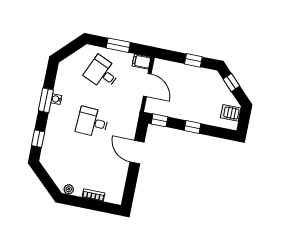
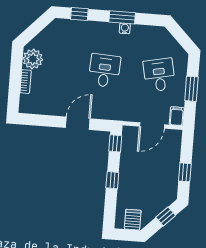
desk: (102, 73) -> (159, 75), turned -36
plant: (69, 189) -> (33, 59), width x1.88, depth x1.88

